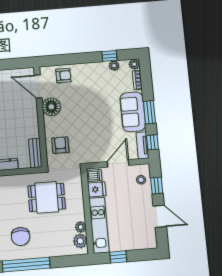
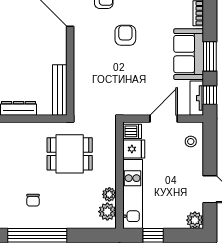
floor lamp: (51, 107) -> (85, 39), removed
armchair: (60, 145) -> (125, 35), moved
bench: (35, 153) -> (60, 90), width x1.36
window: (157, 186) -> (210, 150), removed
chair: (21, 237) -> (33, 200), width x0.54, depth x0.54
plant: (150, 242) -> (195, 220), added

